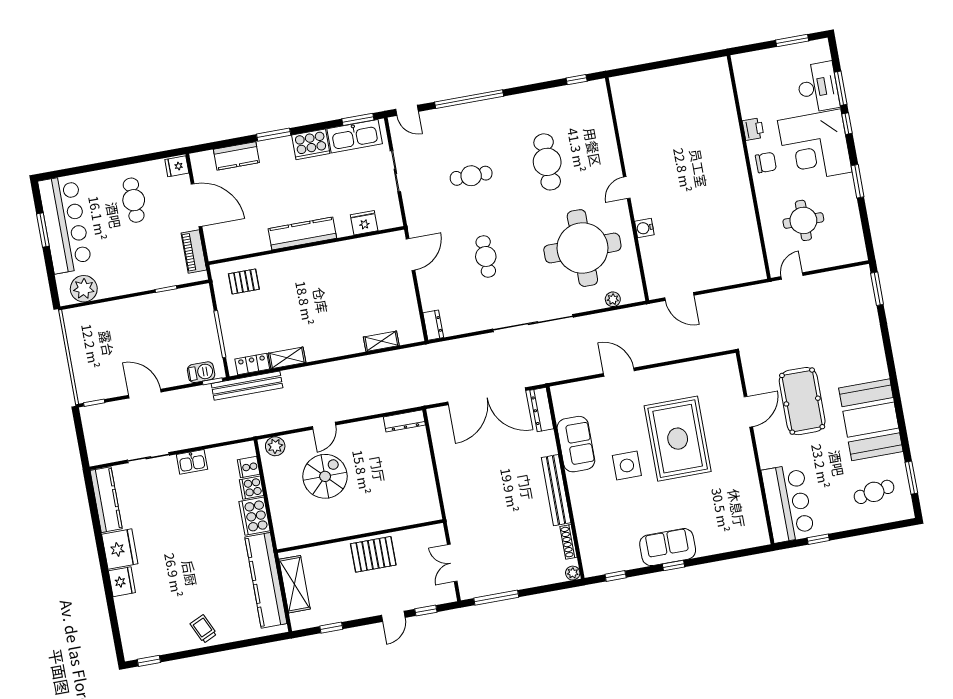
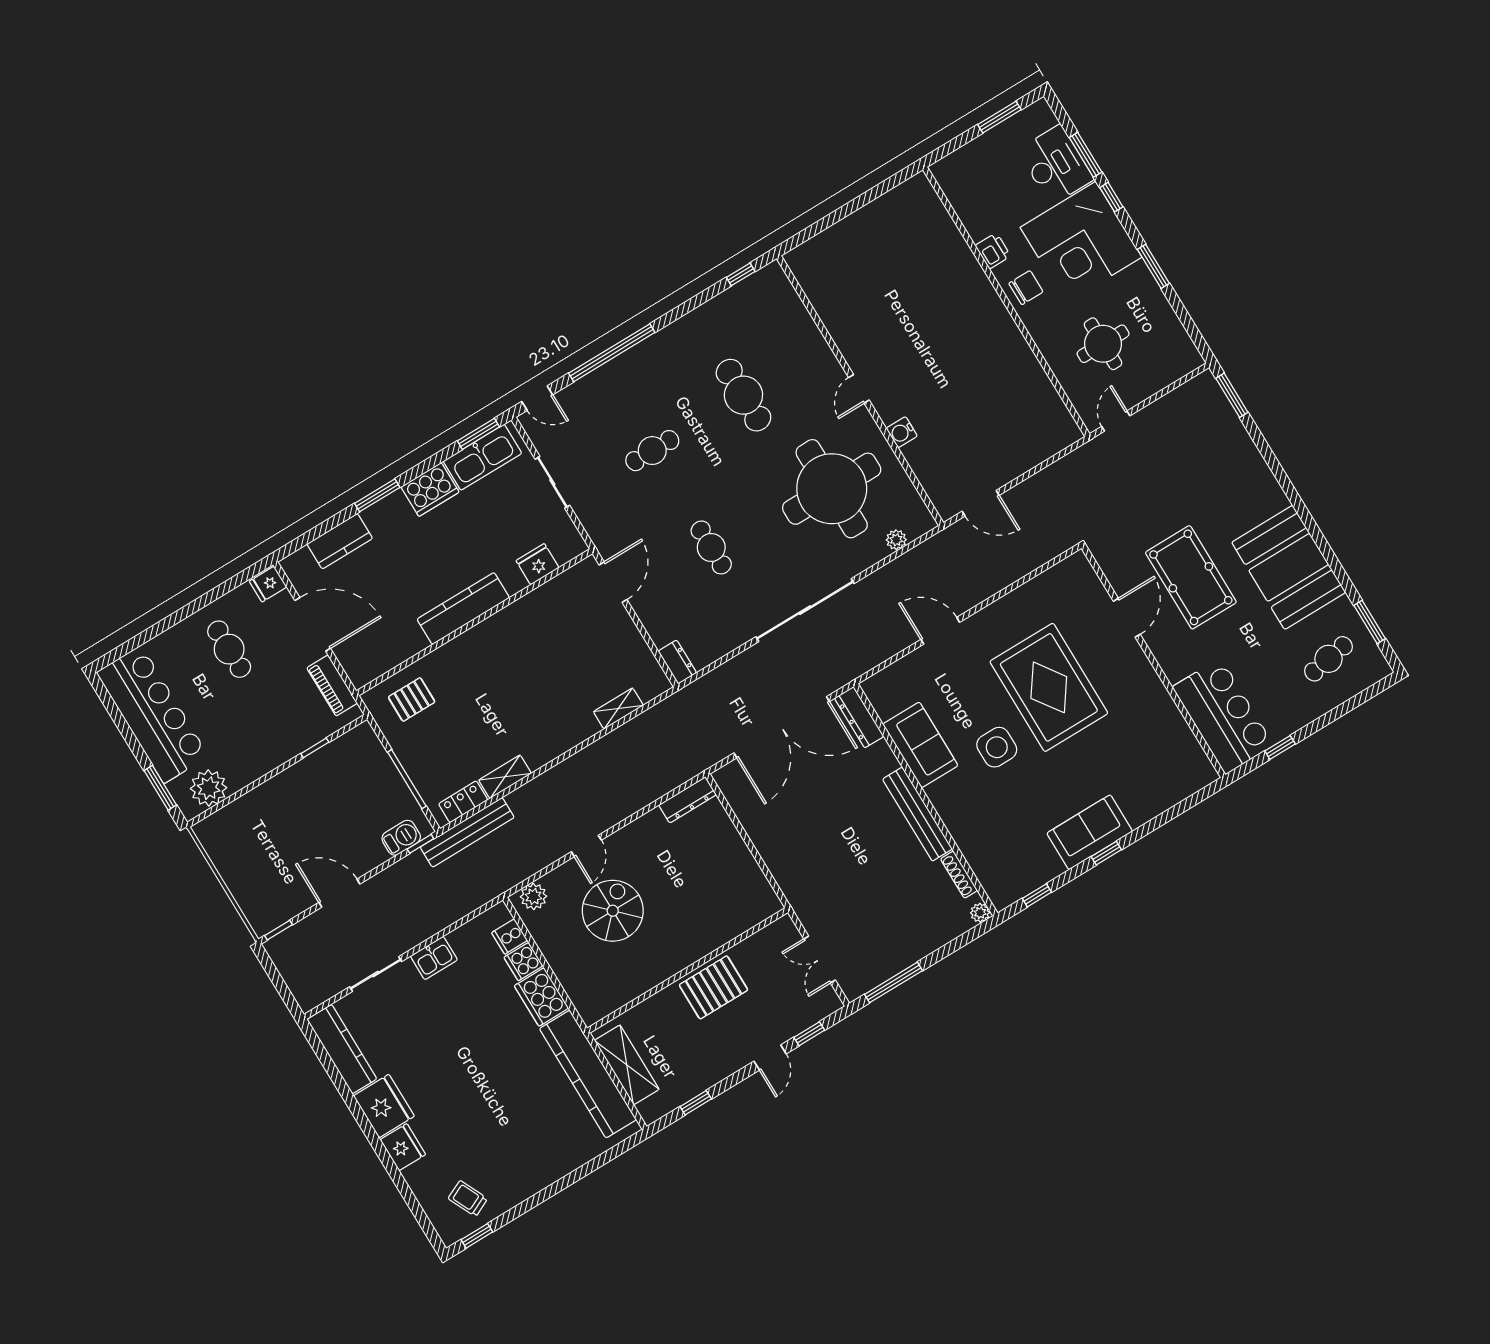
window: (43, 230) -> (160, 788), moved
trolley: (203, 629) -> (468, 1199), moved

